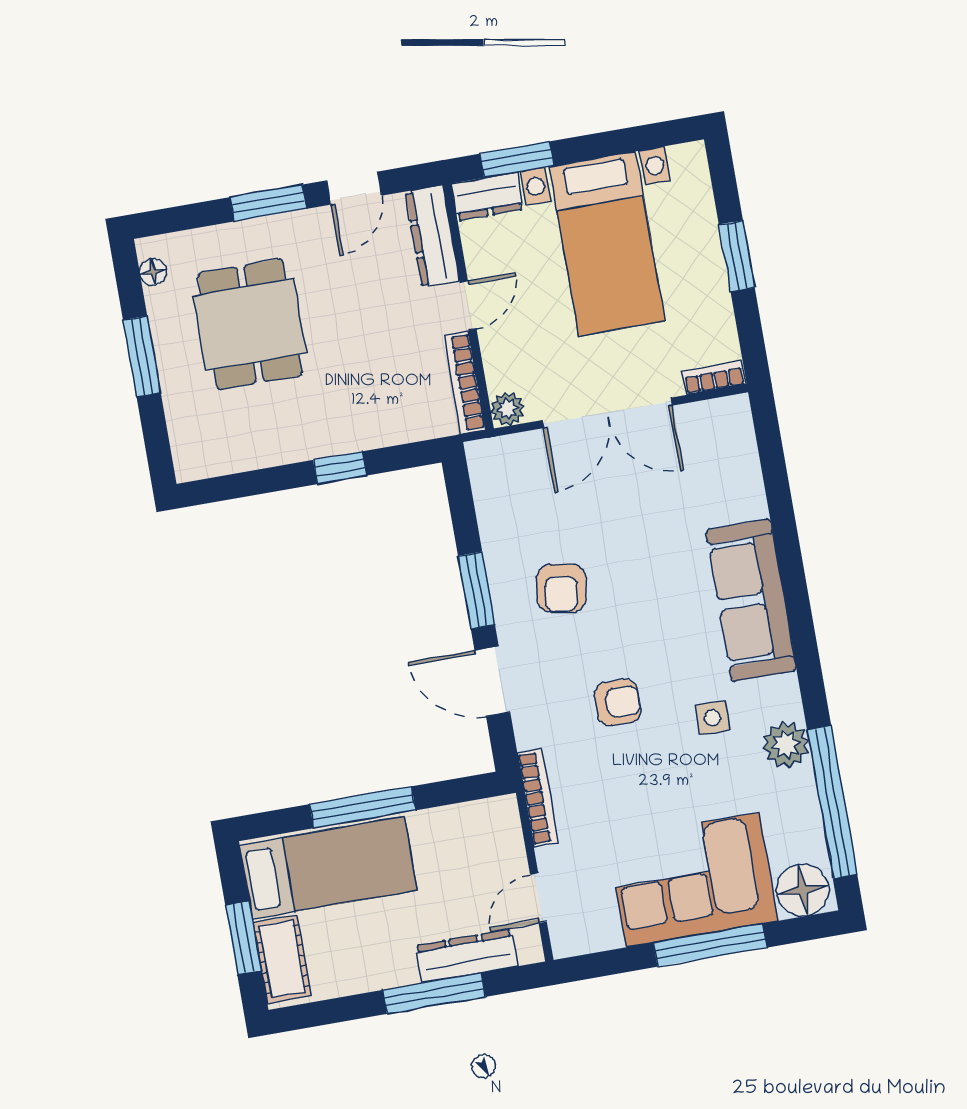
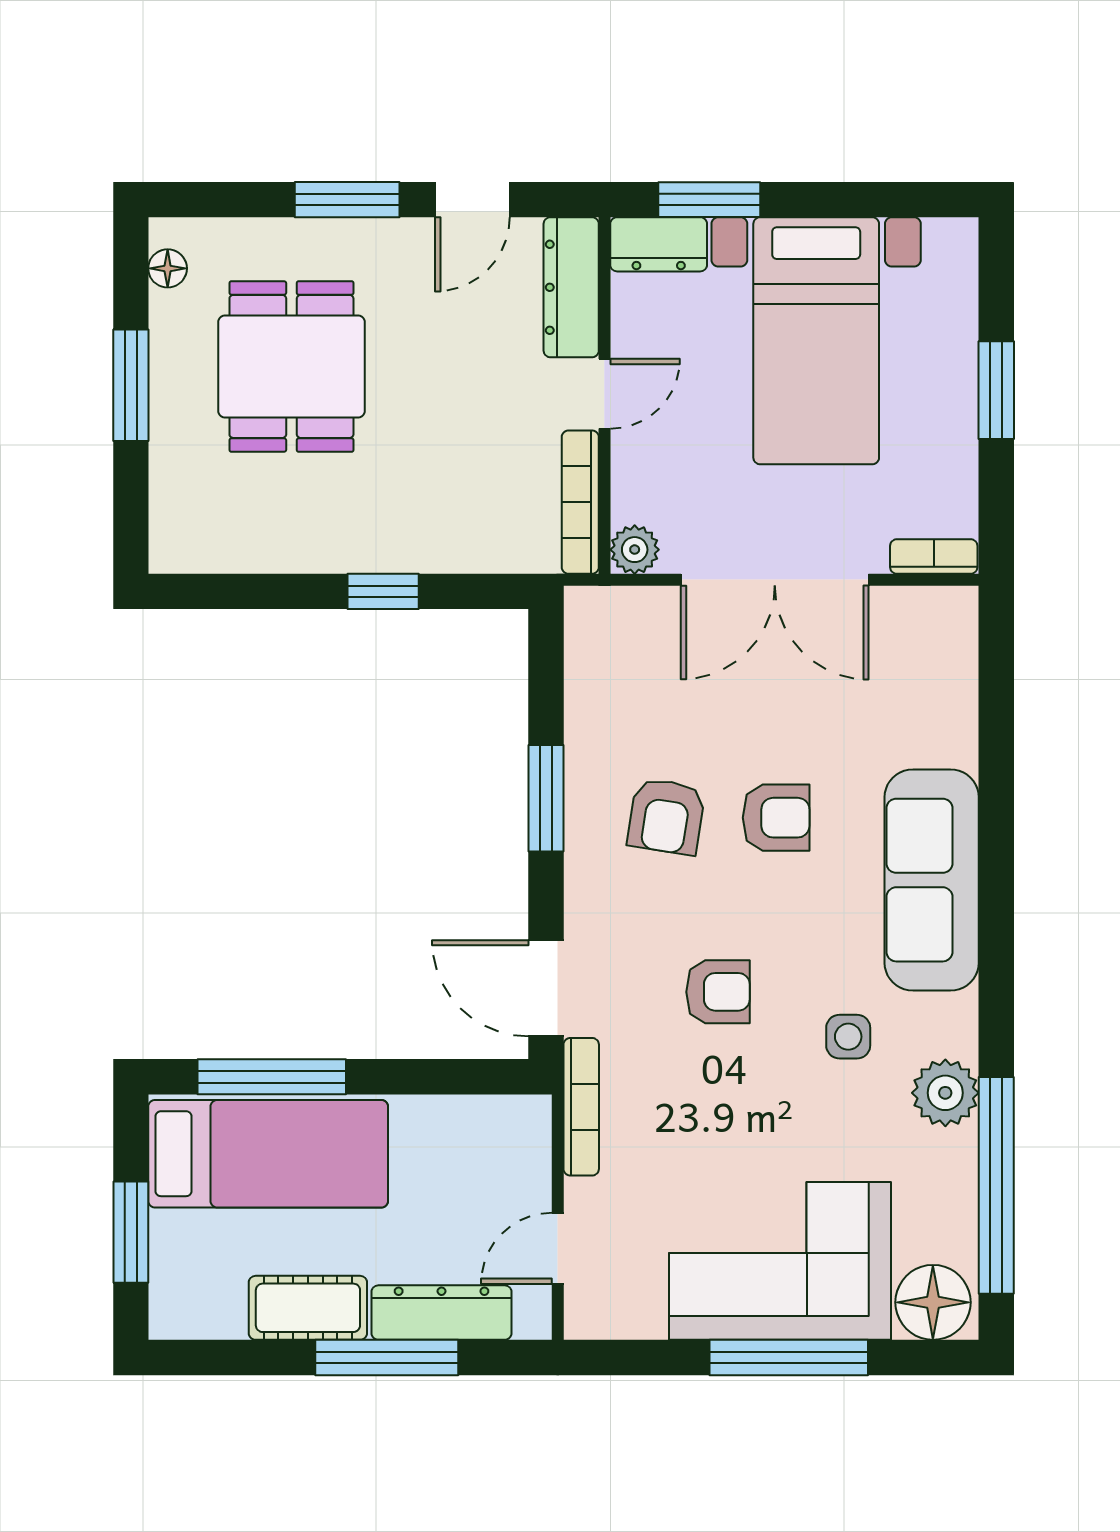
armchair: (637, 576) -> (776, 818), added
door: (492, 681) -> (546, 988), moved
window: (363, 807) -> (272, 1077), moved
cot: (282, 959) -> (308, 1308), moved, turned 90

